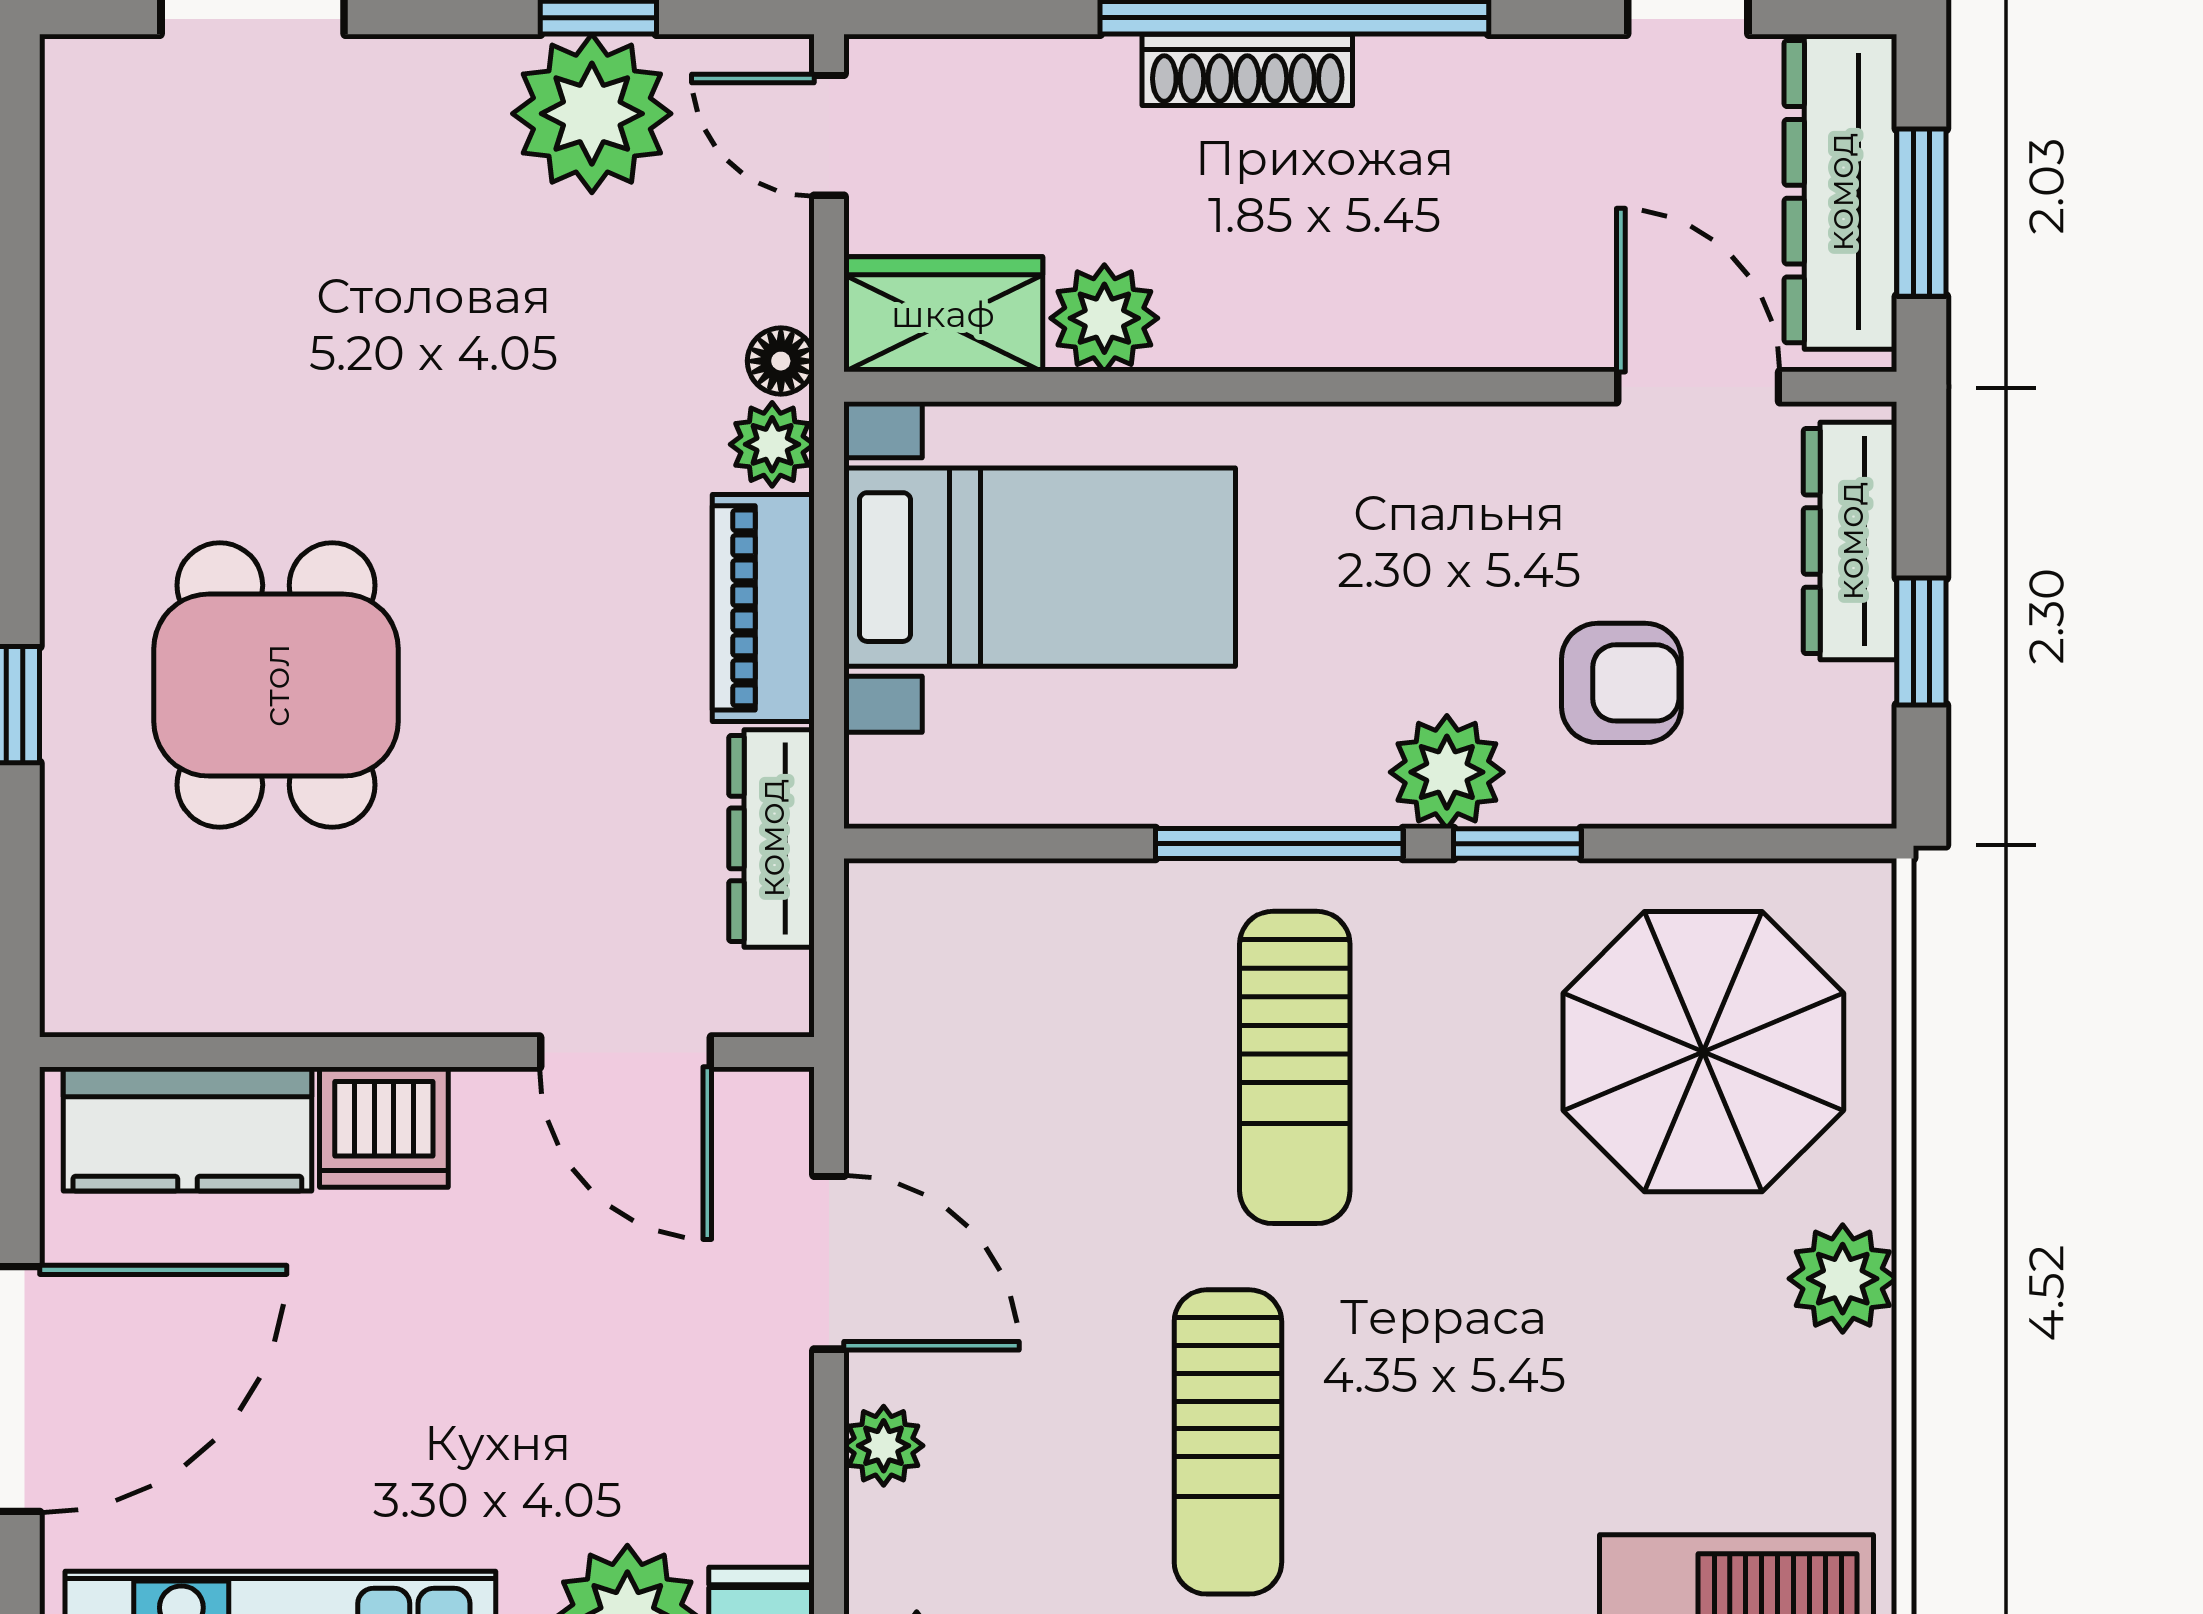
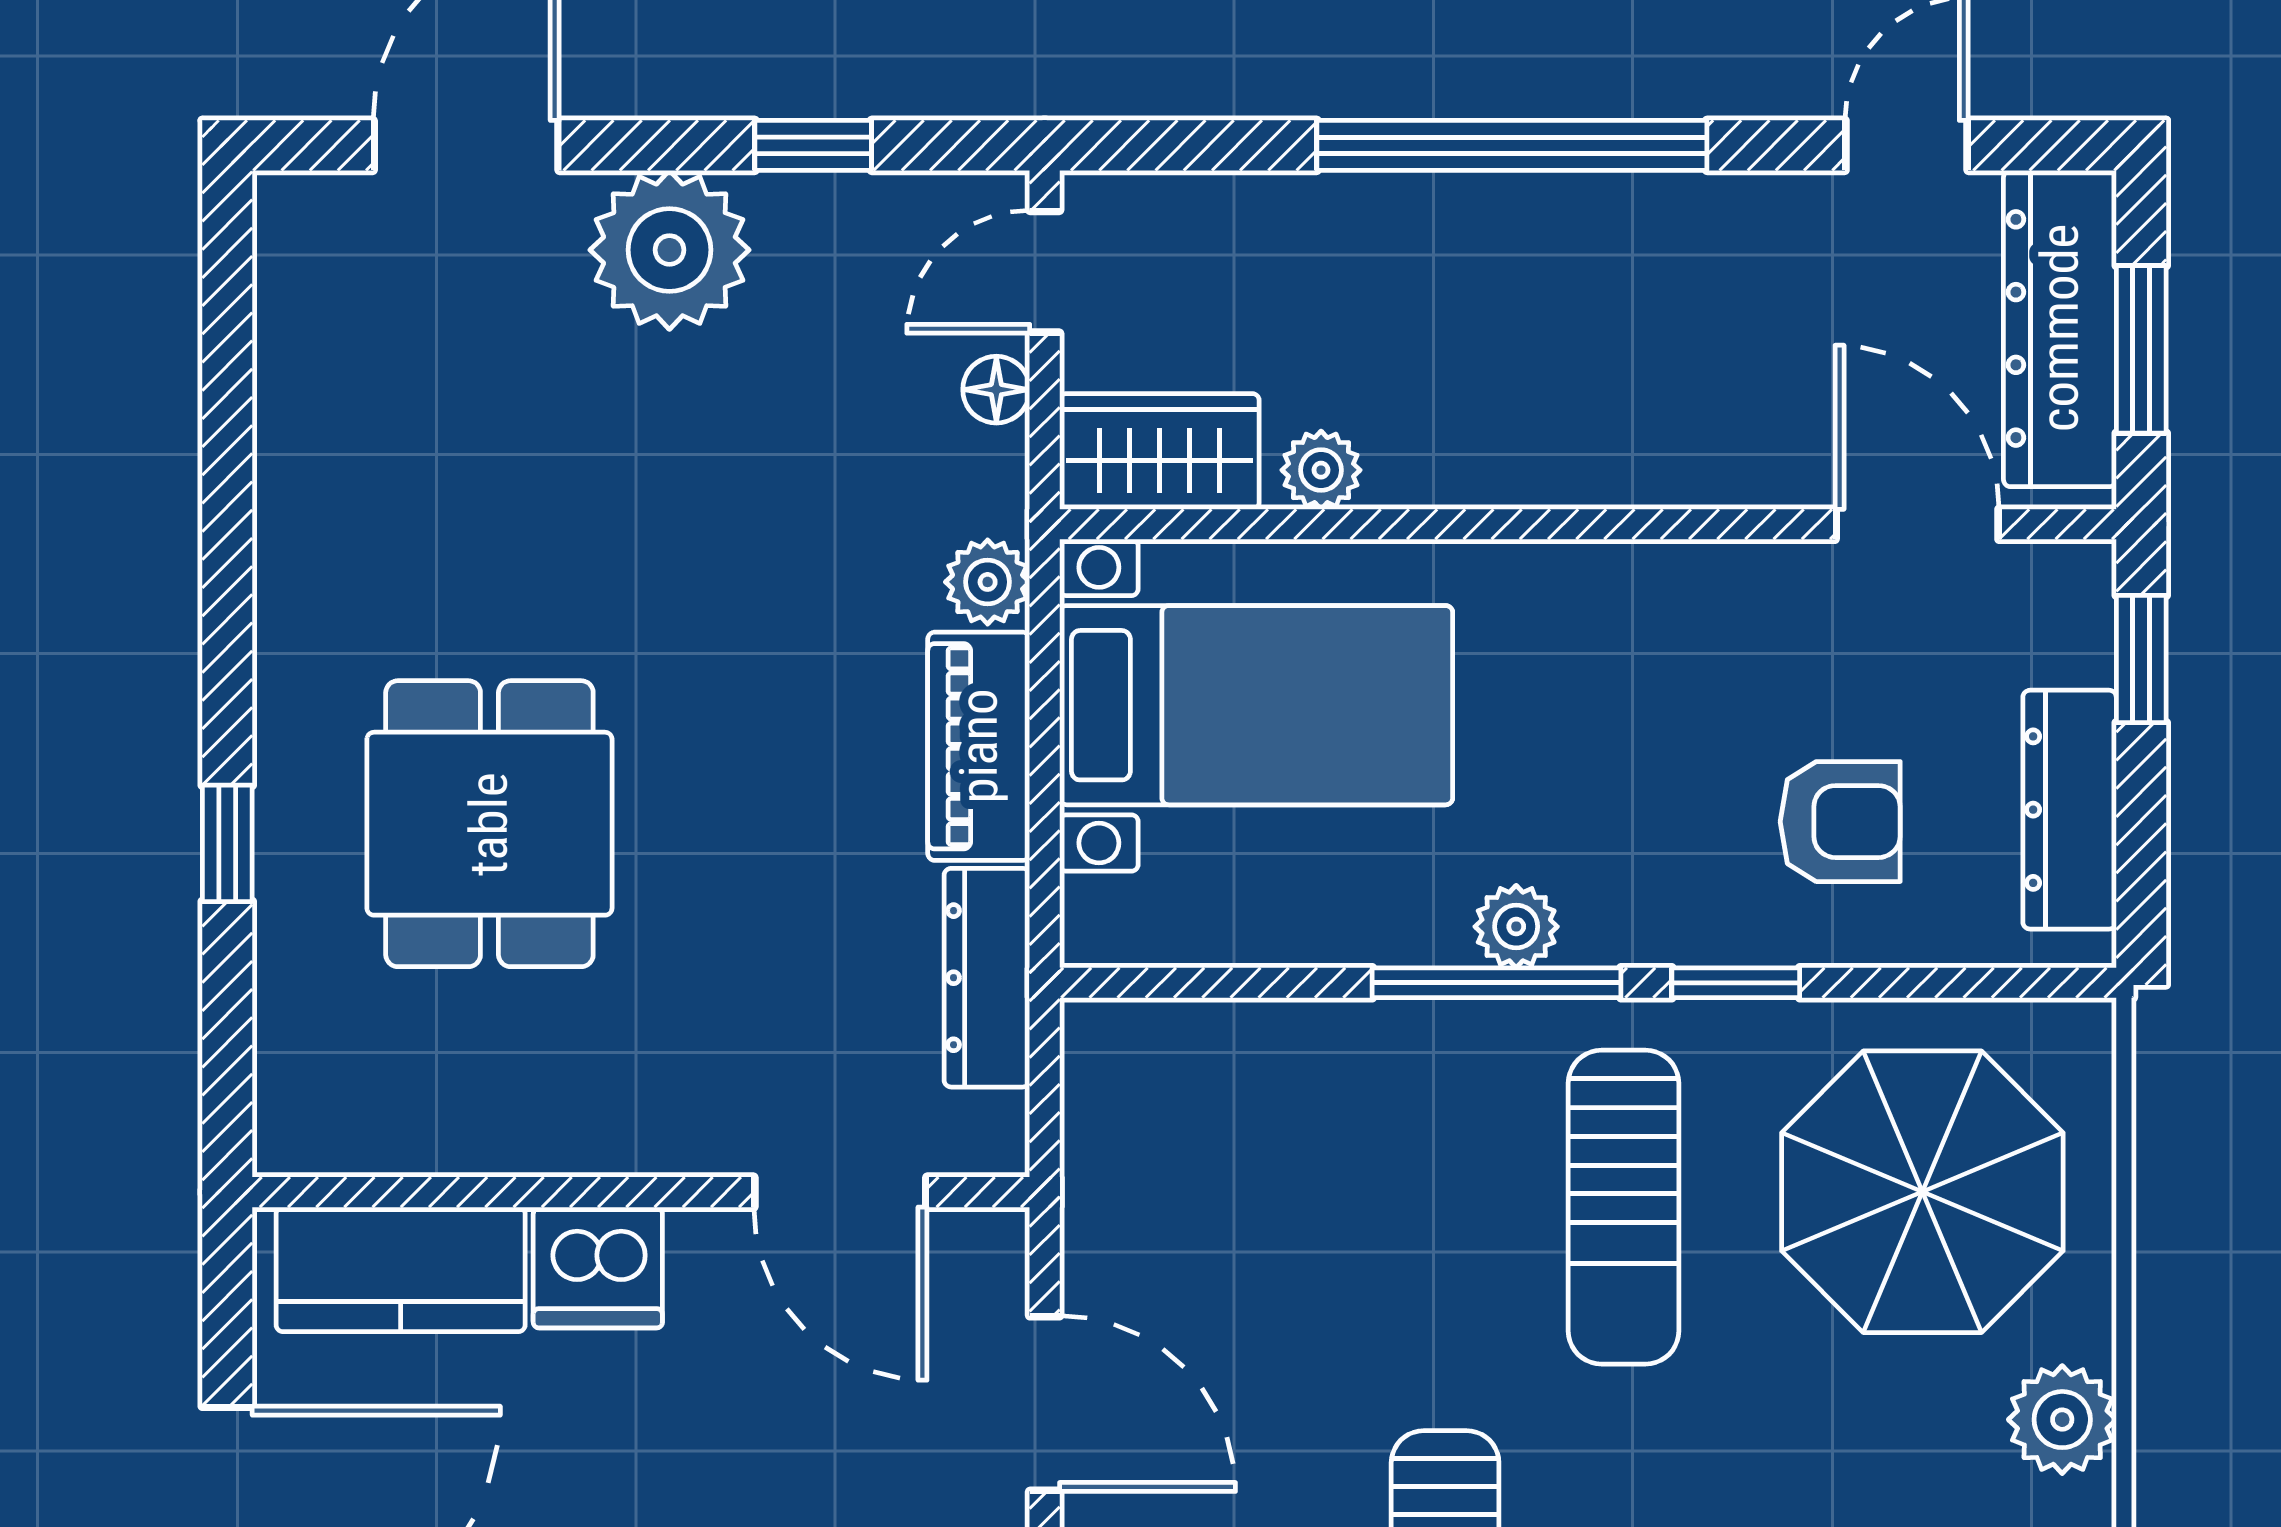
shoe rack: (1247, 70) -> (1465, 206), removed
plant: (592, 114) -> (669, 250), moved
door: (829, 135) -> (1045, 272), hinge flipped
plant: (1104, 318) -> (1321, 470), width x0.73, depth x0.73
floor lamp: (781, 361) -> (996, 390), moved
dresser: (1850, 541) -> (2070, 810), moved
window: (1921, 642) -> (2141, 659), moved
plant: (1447, 772) -> (1516, 927), moved, width x0.73, depth x0.73
sun lounger: (1295, 1067) -> (1624, 1207), moved

